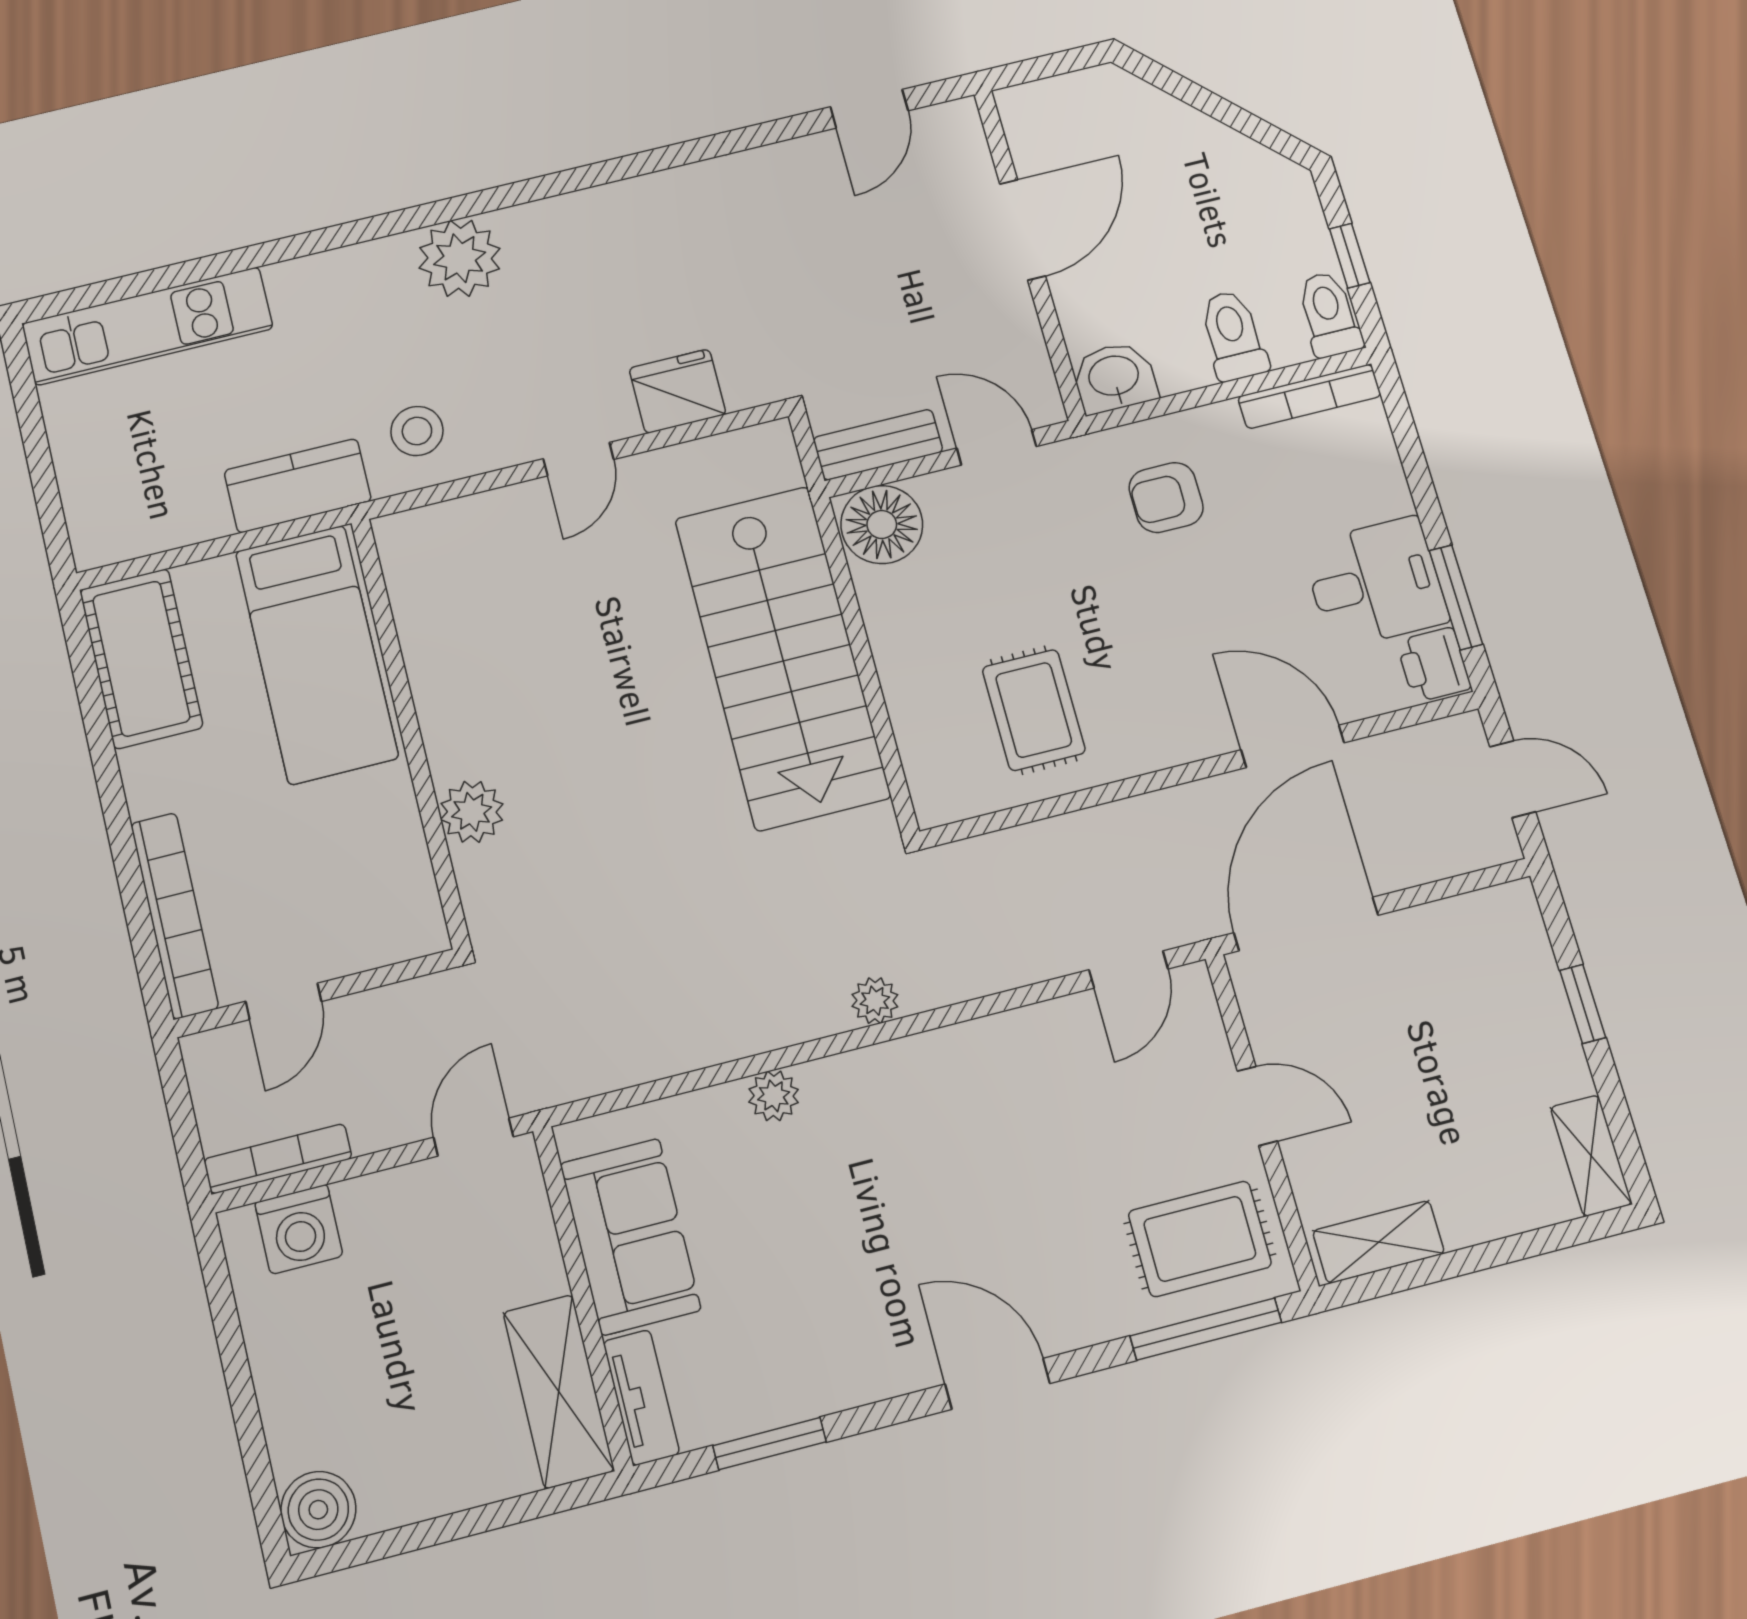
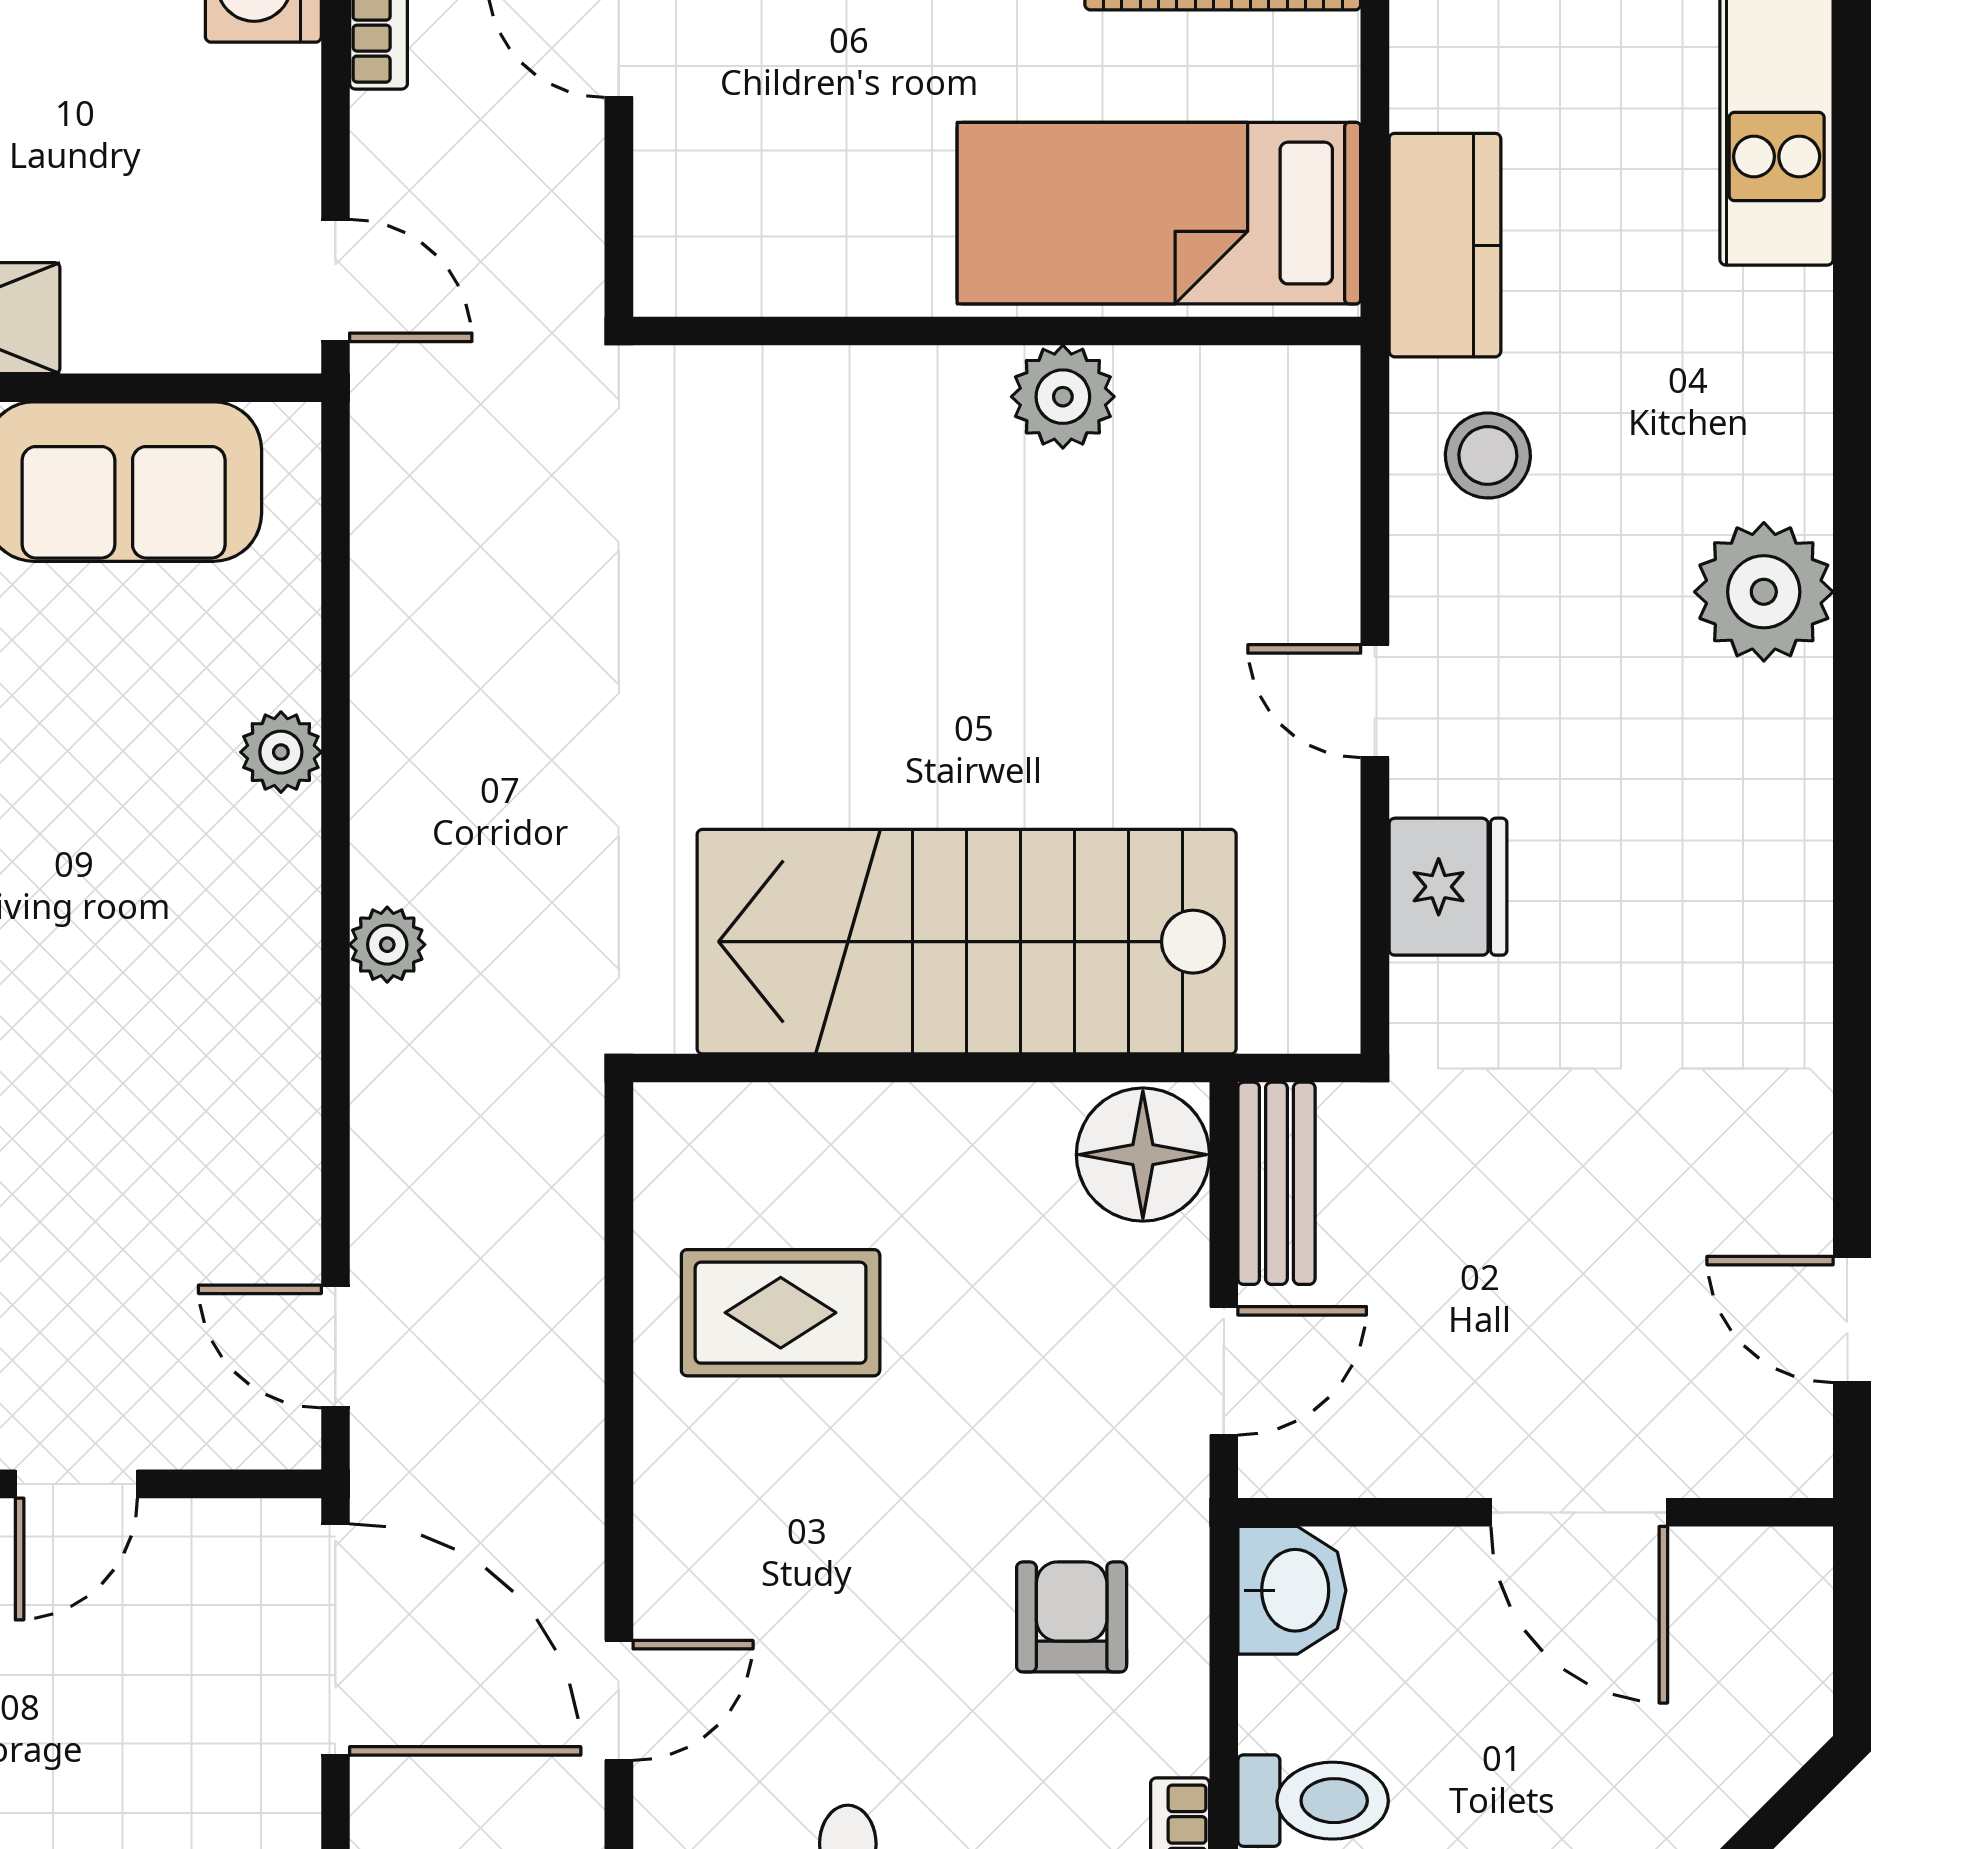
door: (1293, 746) -> (619, 1700), width x0.73
plant: (472, 812) -> (1063, 397), moved

